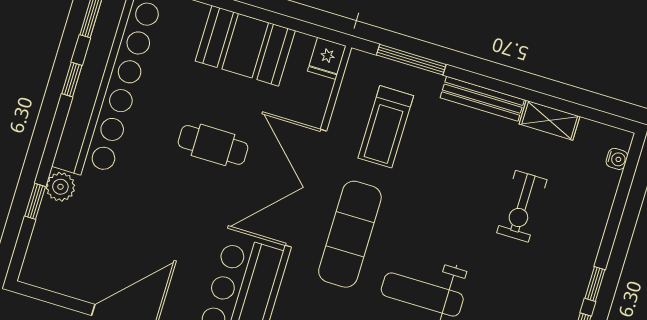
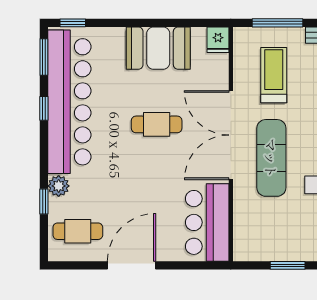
treadmill: (386, 127) -> (274, 75), turned 180
cafe table: (68, 254) -> (78, 231), added

